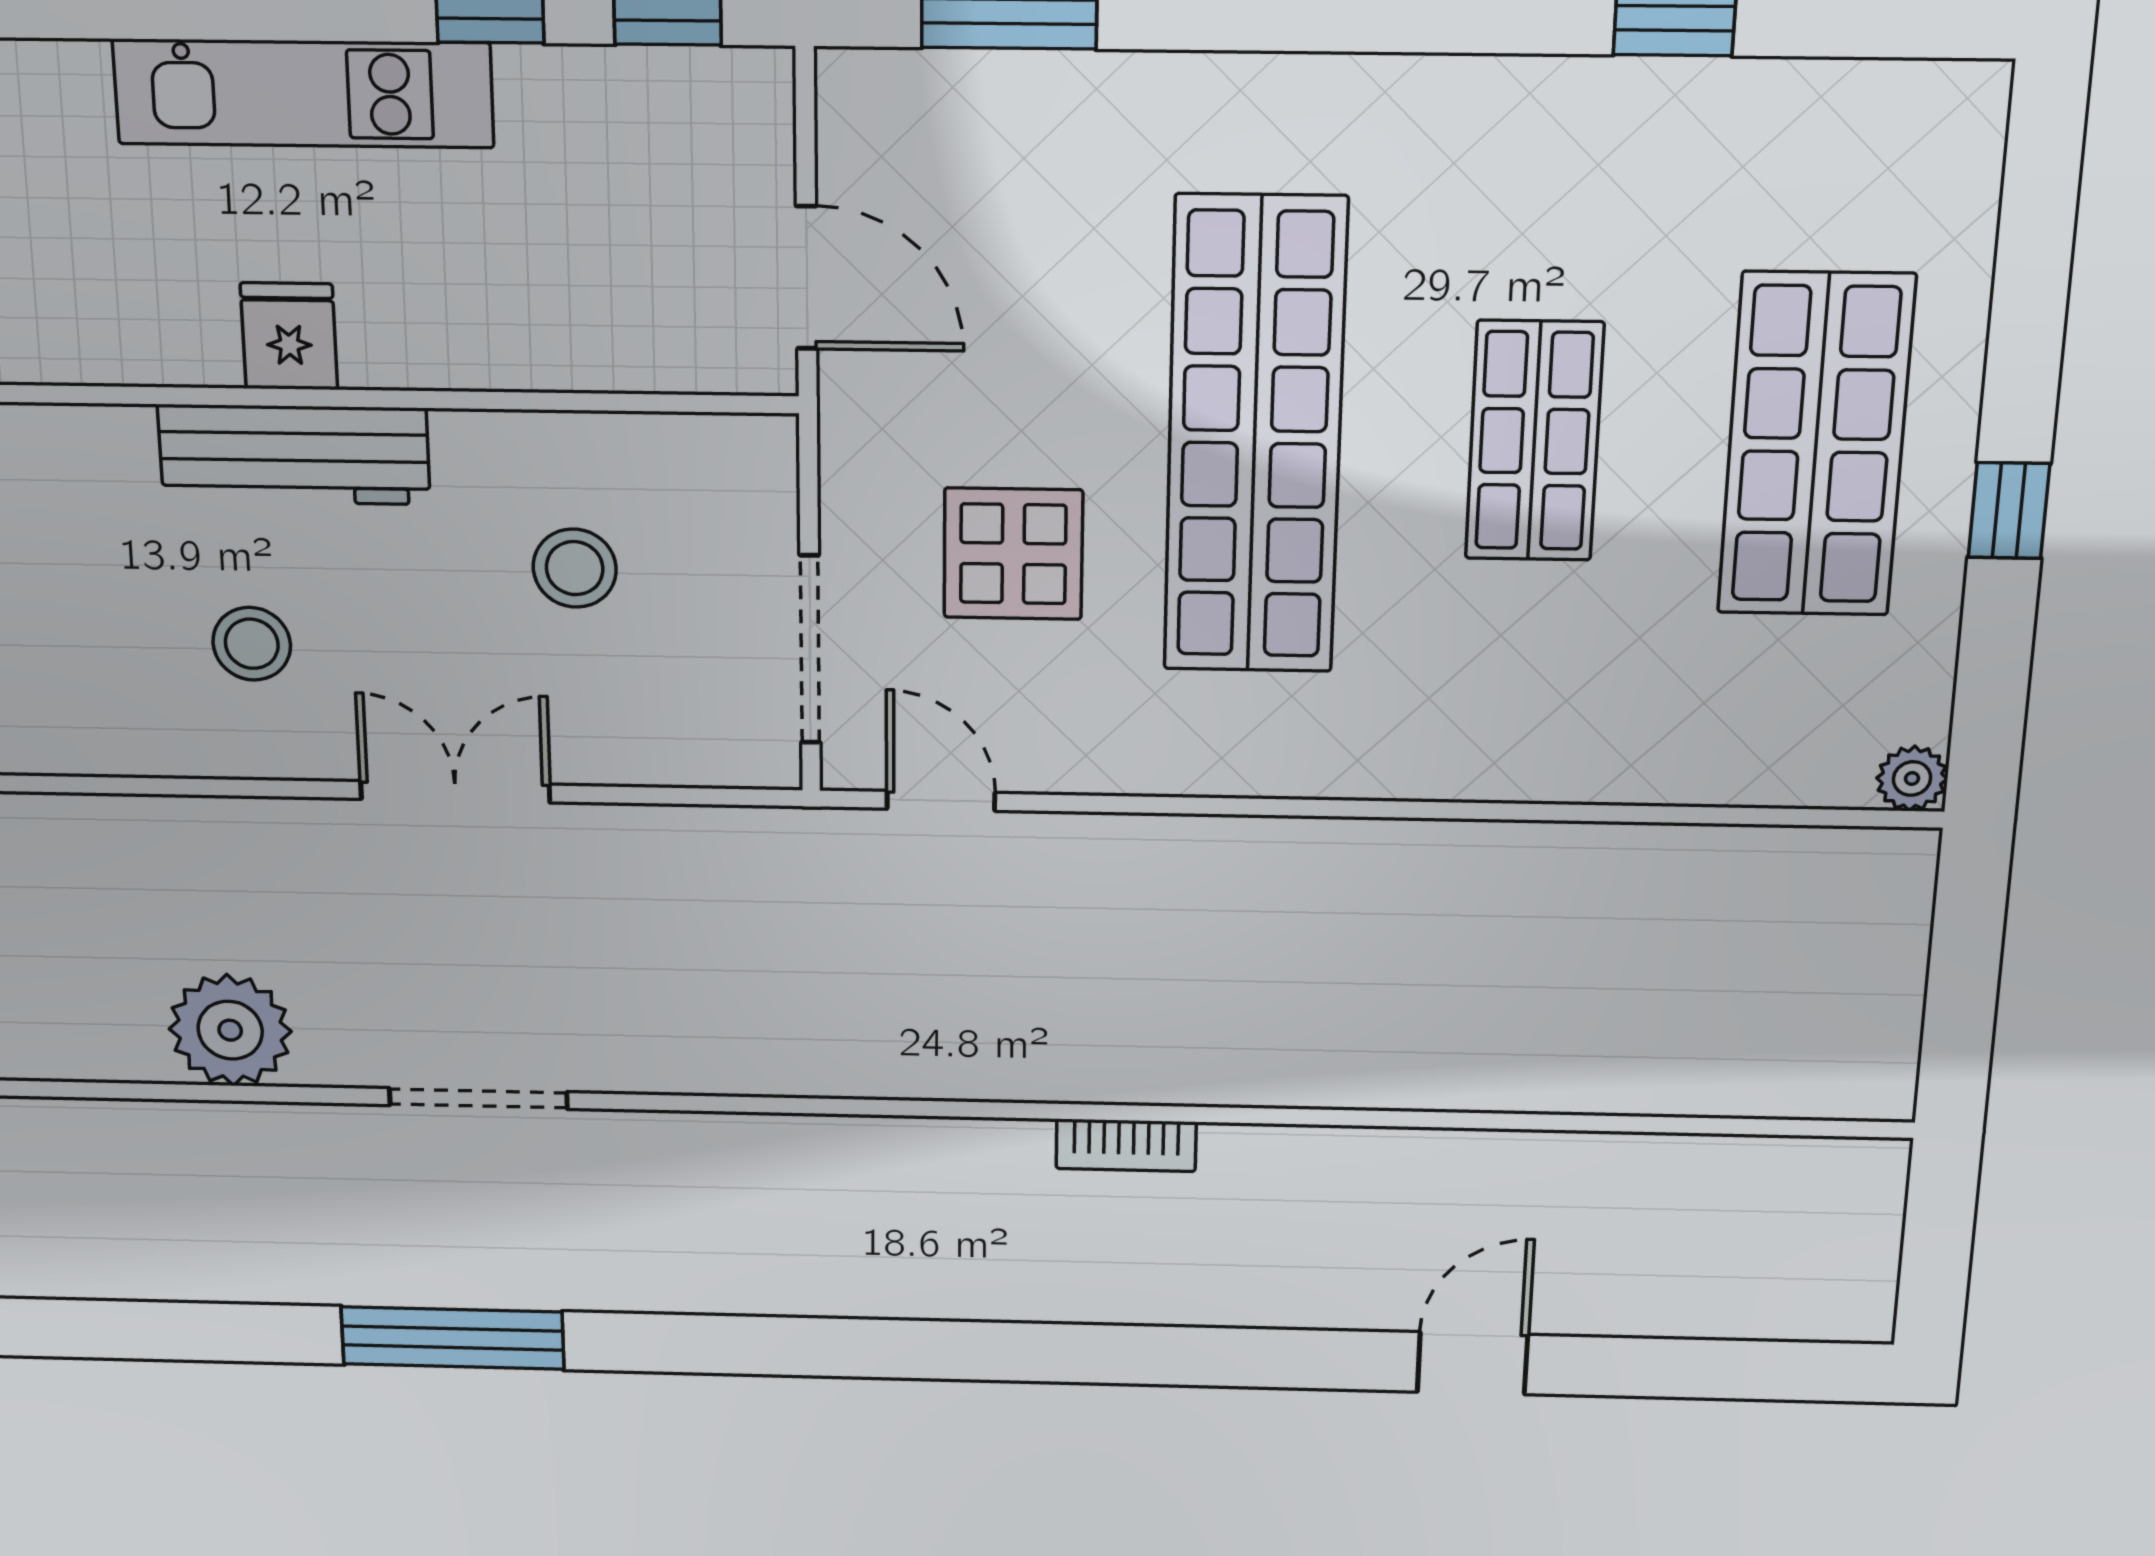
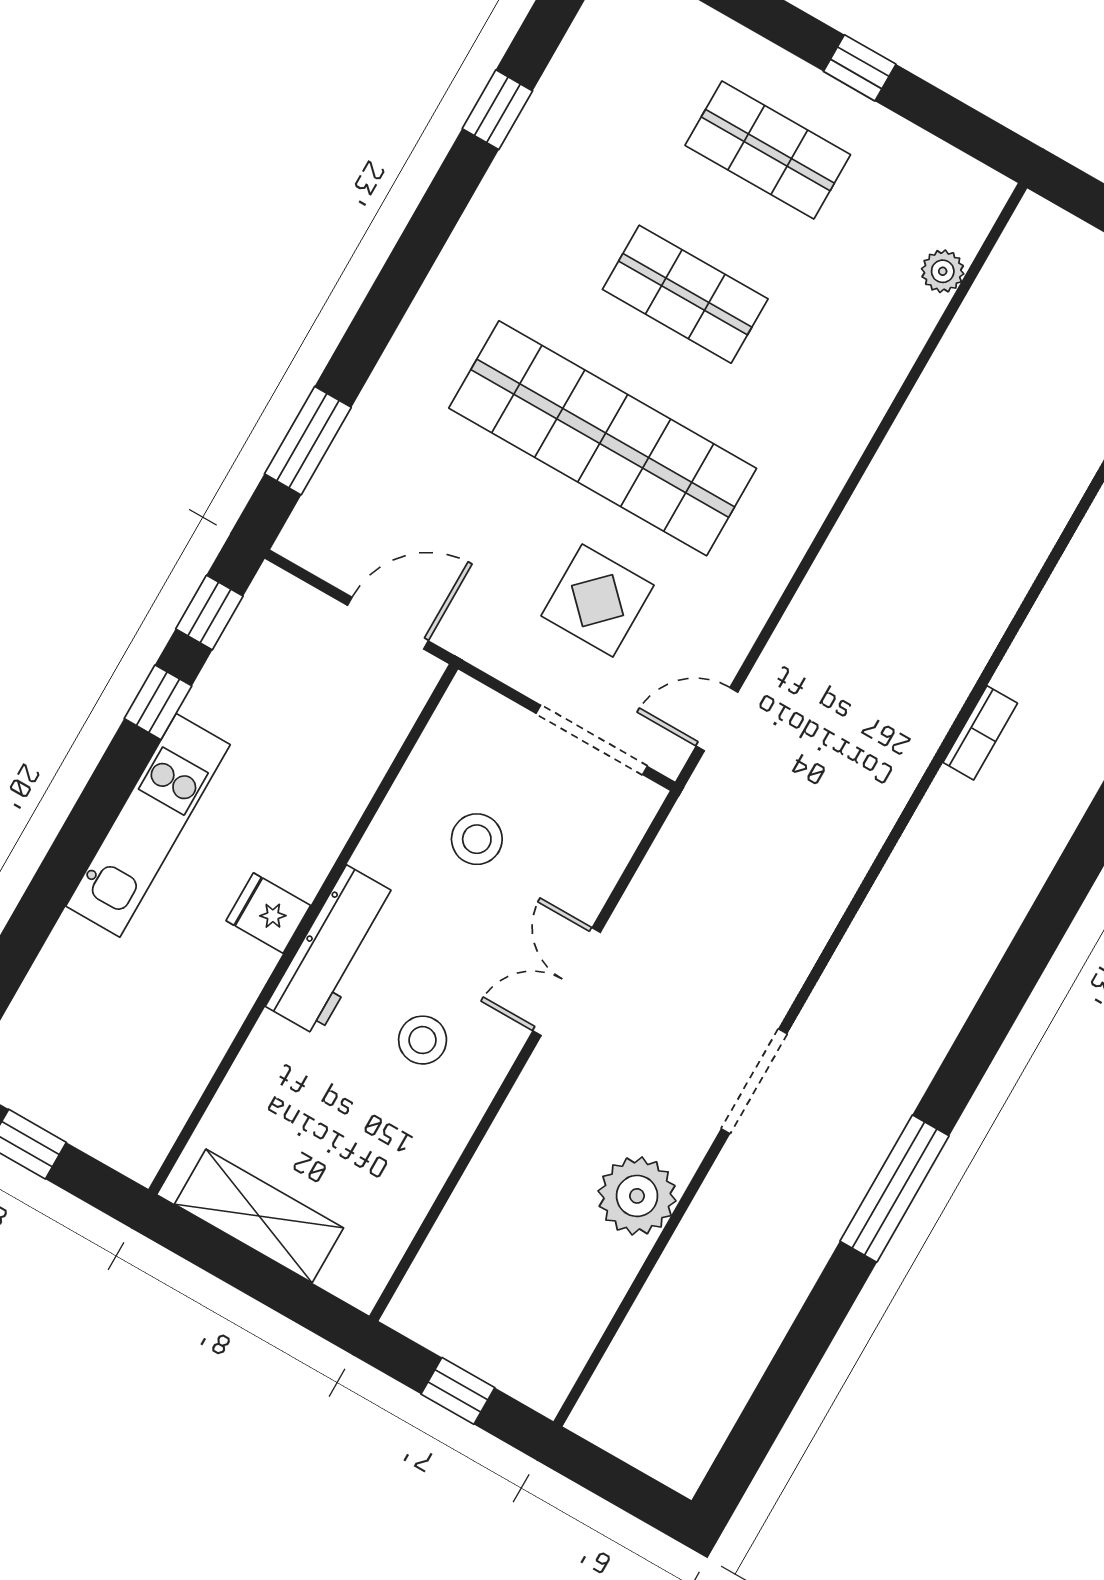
shop shelf: (1816, 445) -> (768, 150), width x0.70, depth x0.74
plant: (1912, 778) -> (943, 271), moved

